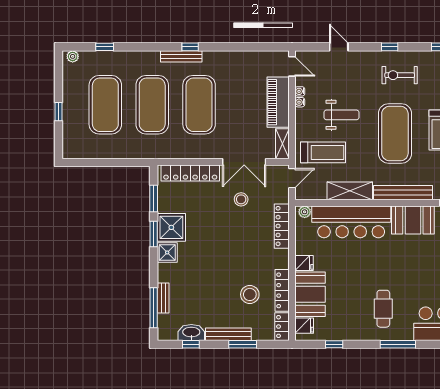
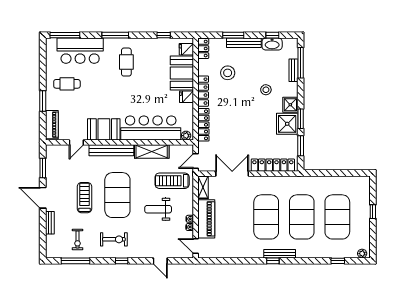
stool: (241, 199) -> (266, 90), moved
locker: (282, 290) -> (203, 91), moved

